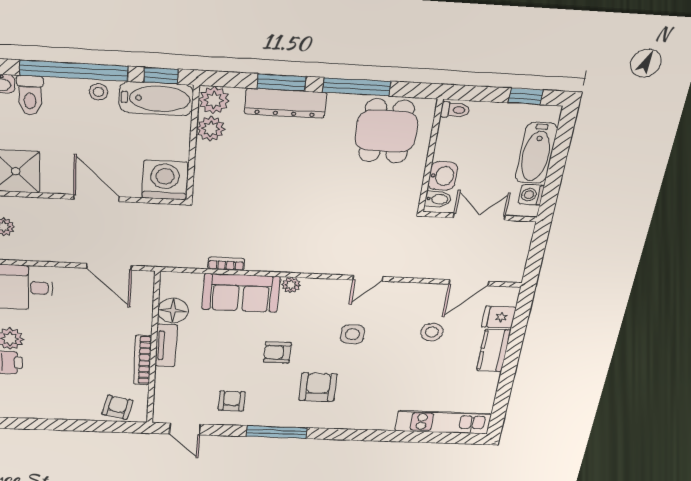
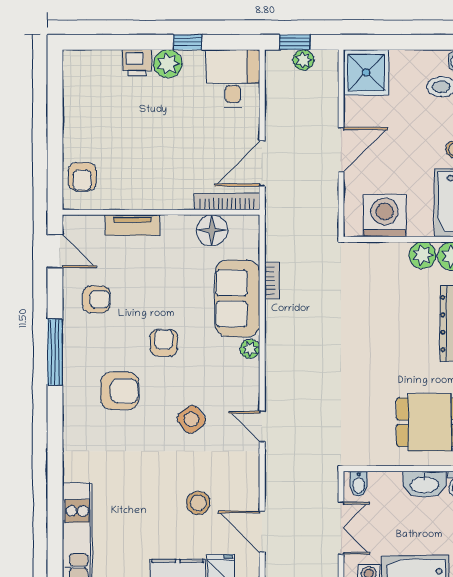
washbasin: (443, 176) -> (424, 484), moved, width x1.38
washing machine: (165, 180) -> (385, 216), moved, turned -90
side table: (352, 334) -> (191, 419), turned -37
tv unit: (166, 345) -> (132, 225), moved
bookcase: (143, 360) -> (227, 201), moved
armchair: (117, 407) -> (82, 177), turned 77
door: (185, 429) -> (55, 251), swing flipped

